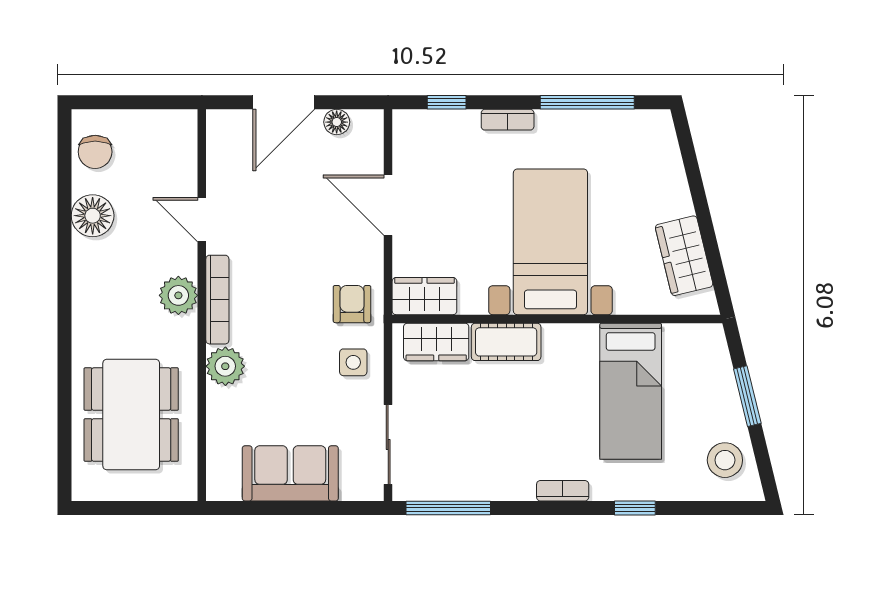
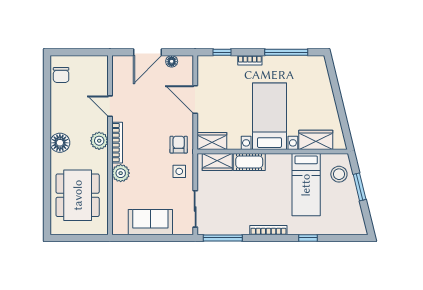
floor lamp: (93, 216) -> (60, 143), moved
wardrobe: (684, 256) -> (316, 140), moved, turned 104
stool: (725, 460) -> (339, 174), moved
bookcase: (563, 491) -> (268, 230), width x1.56

